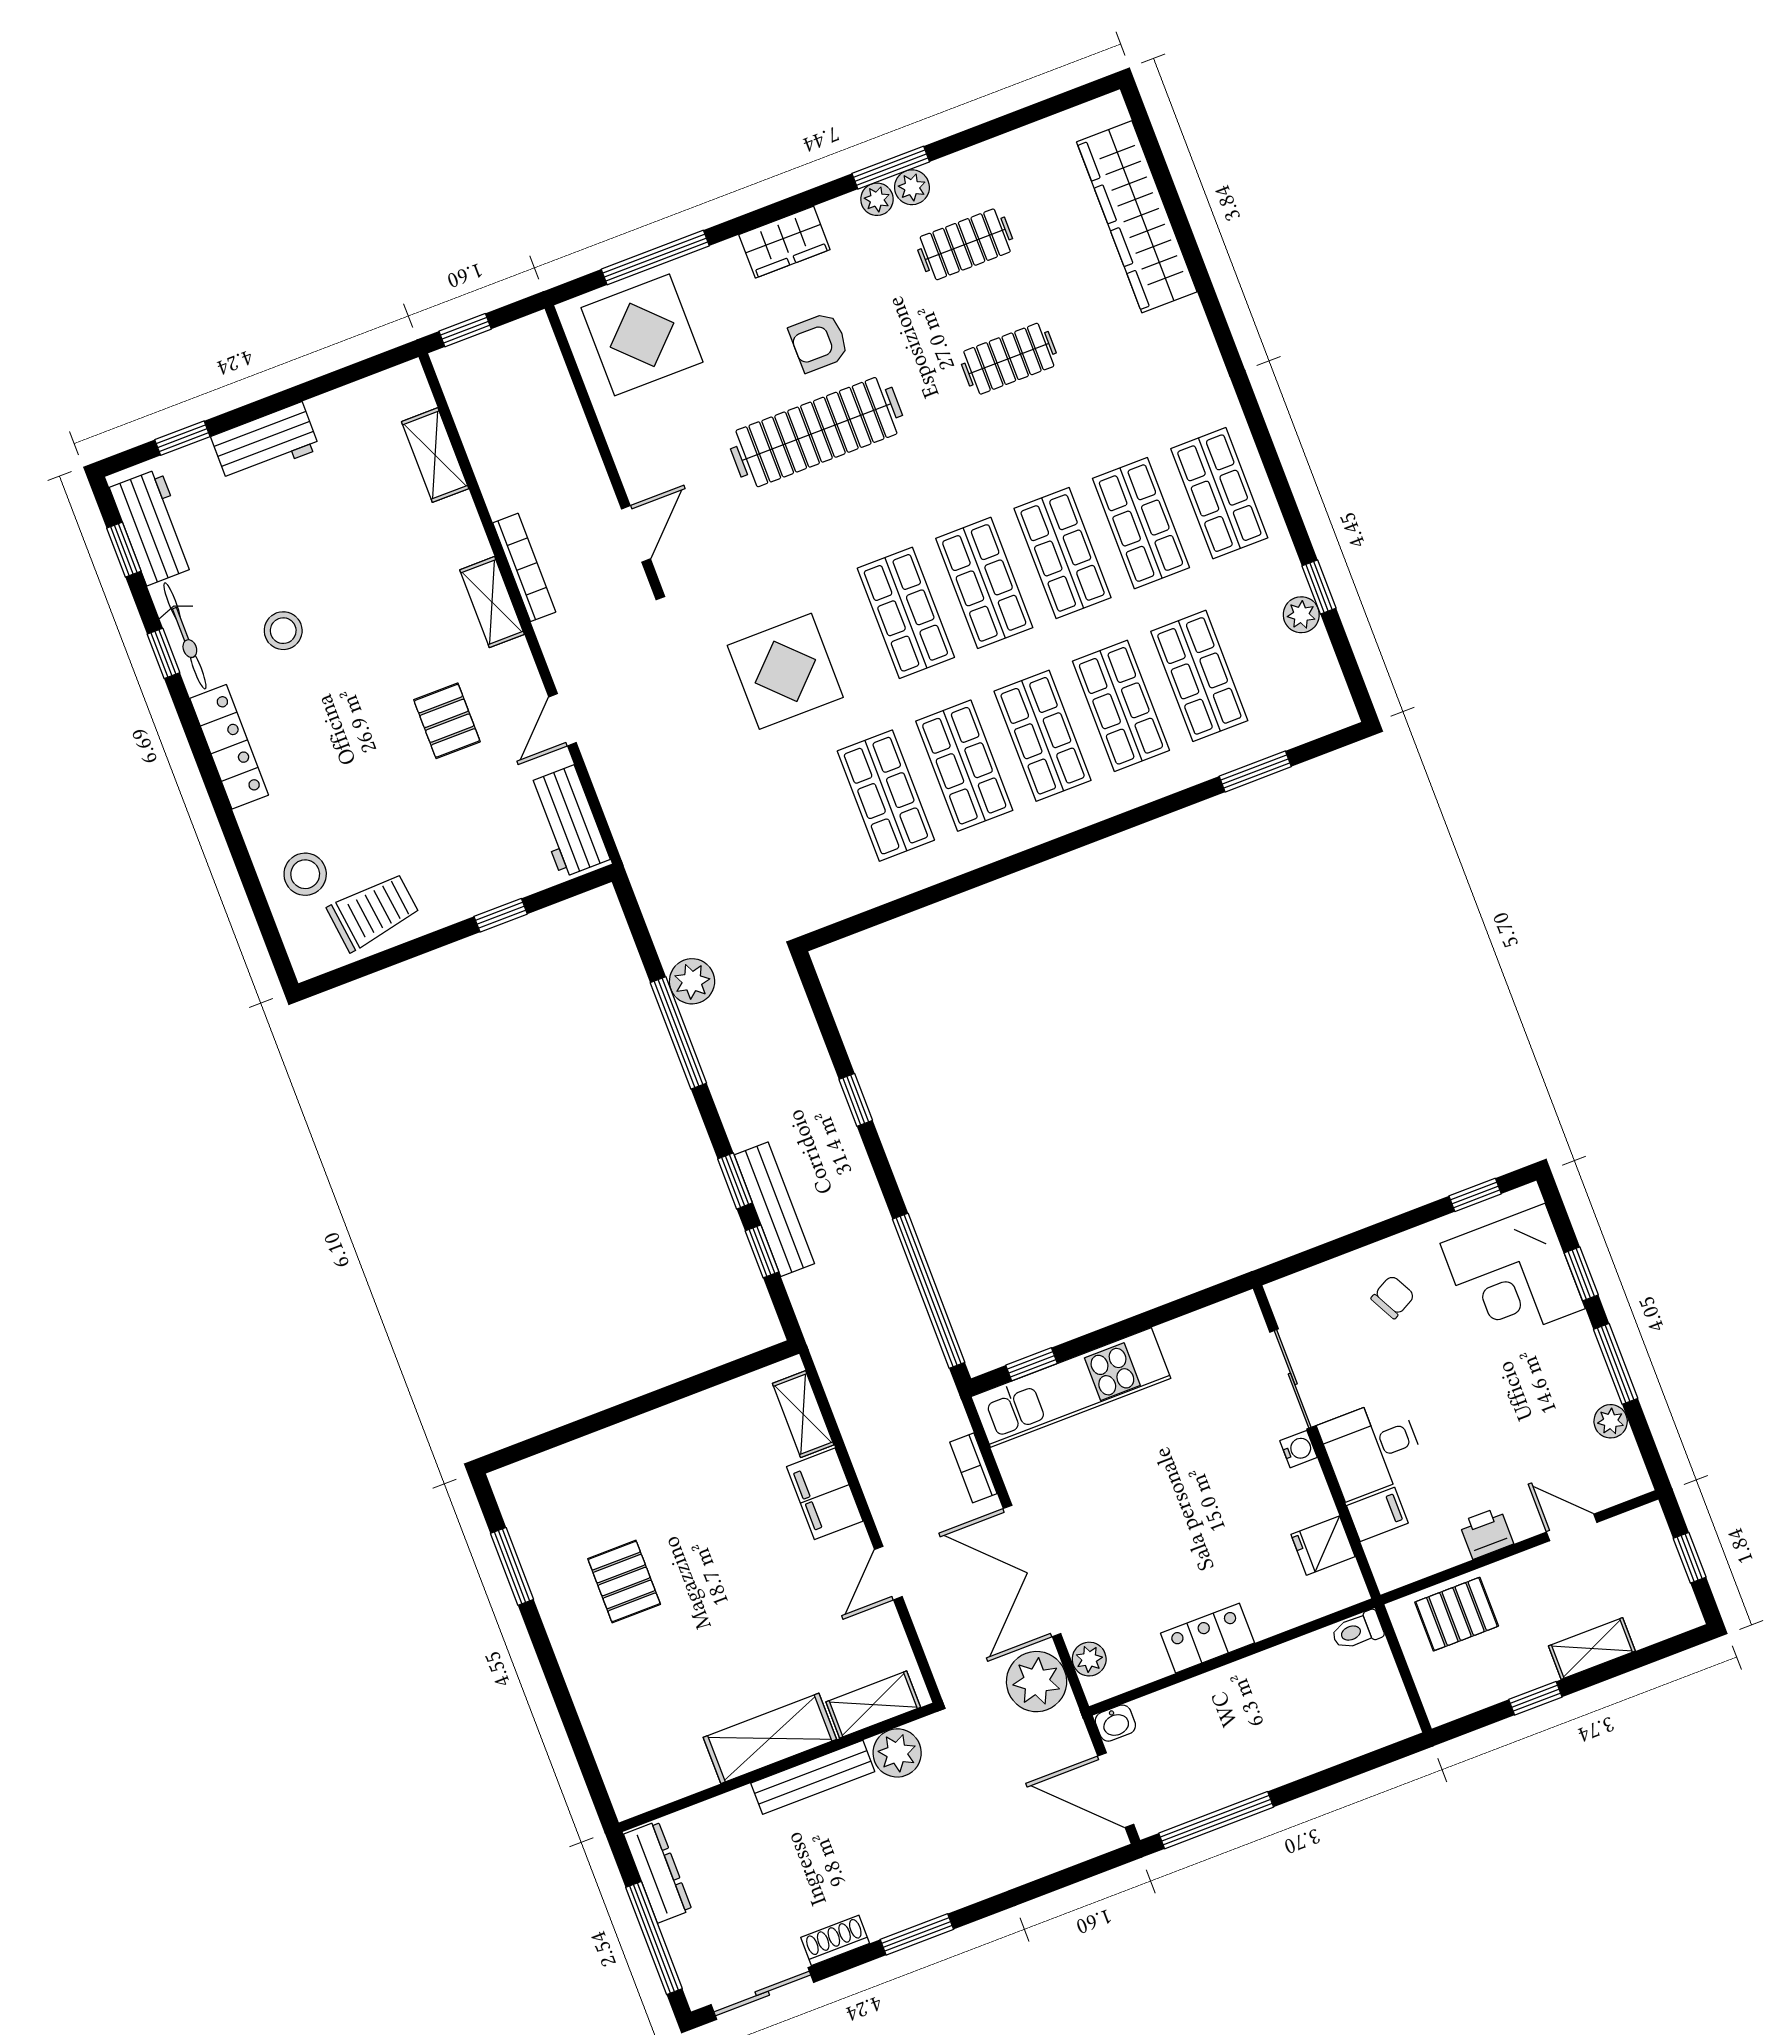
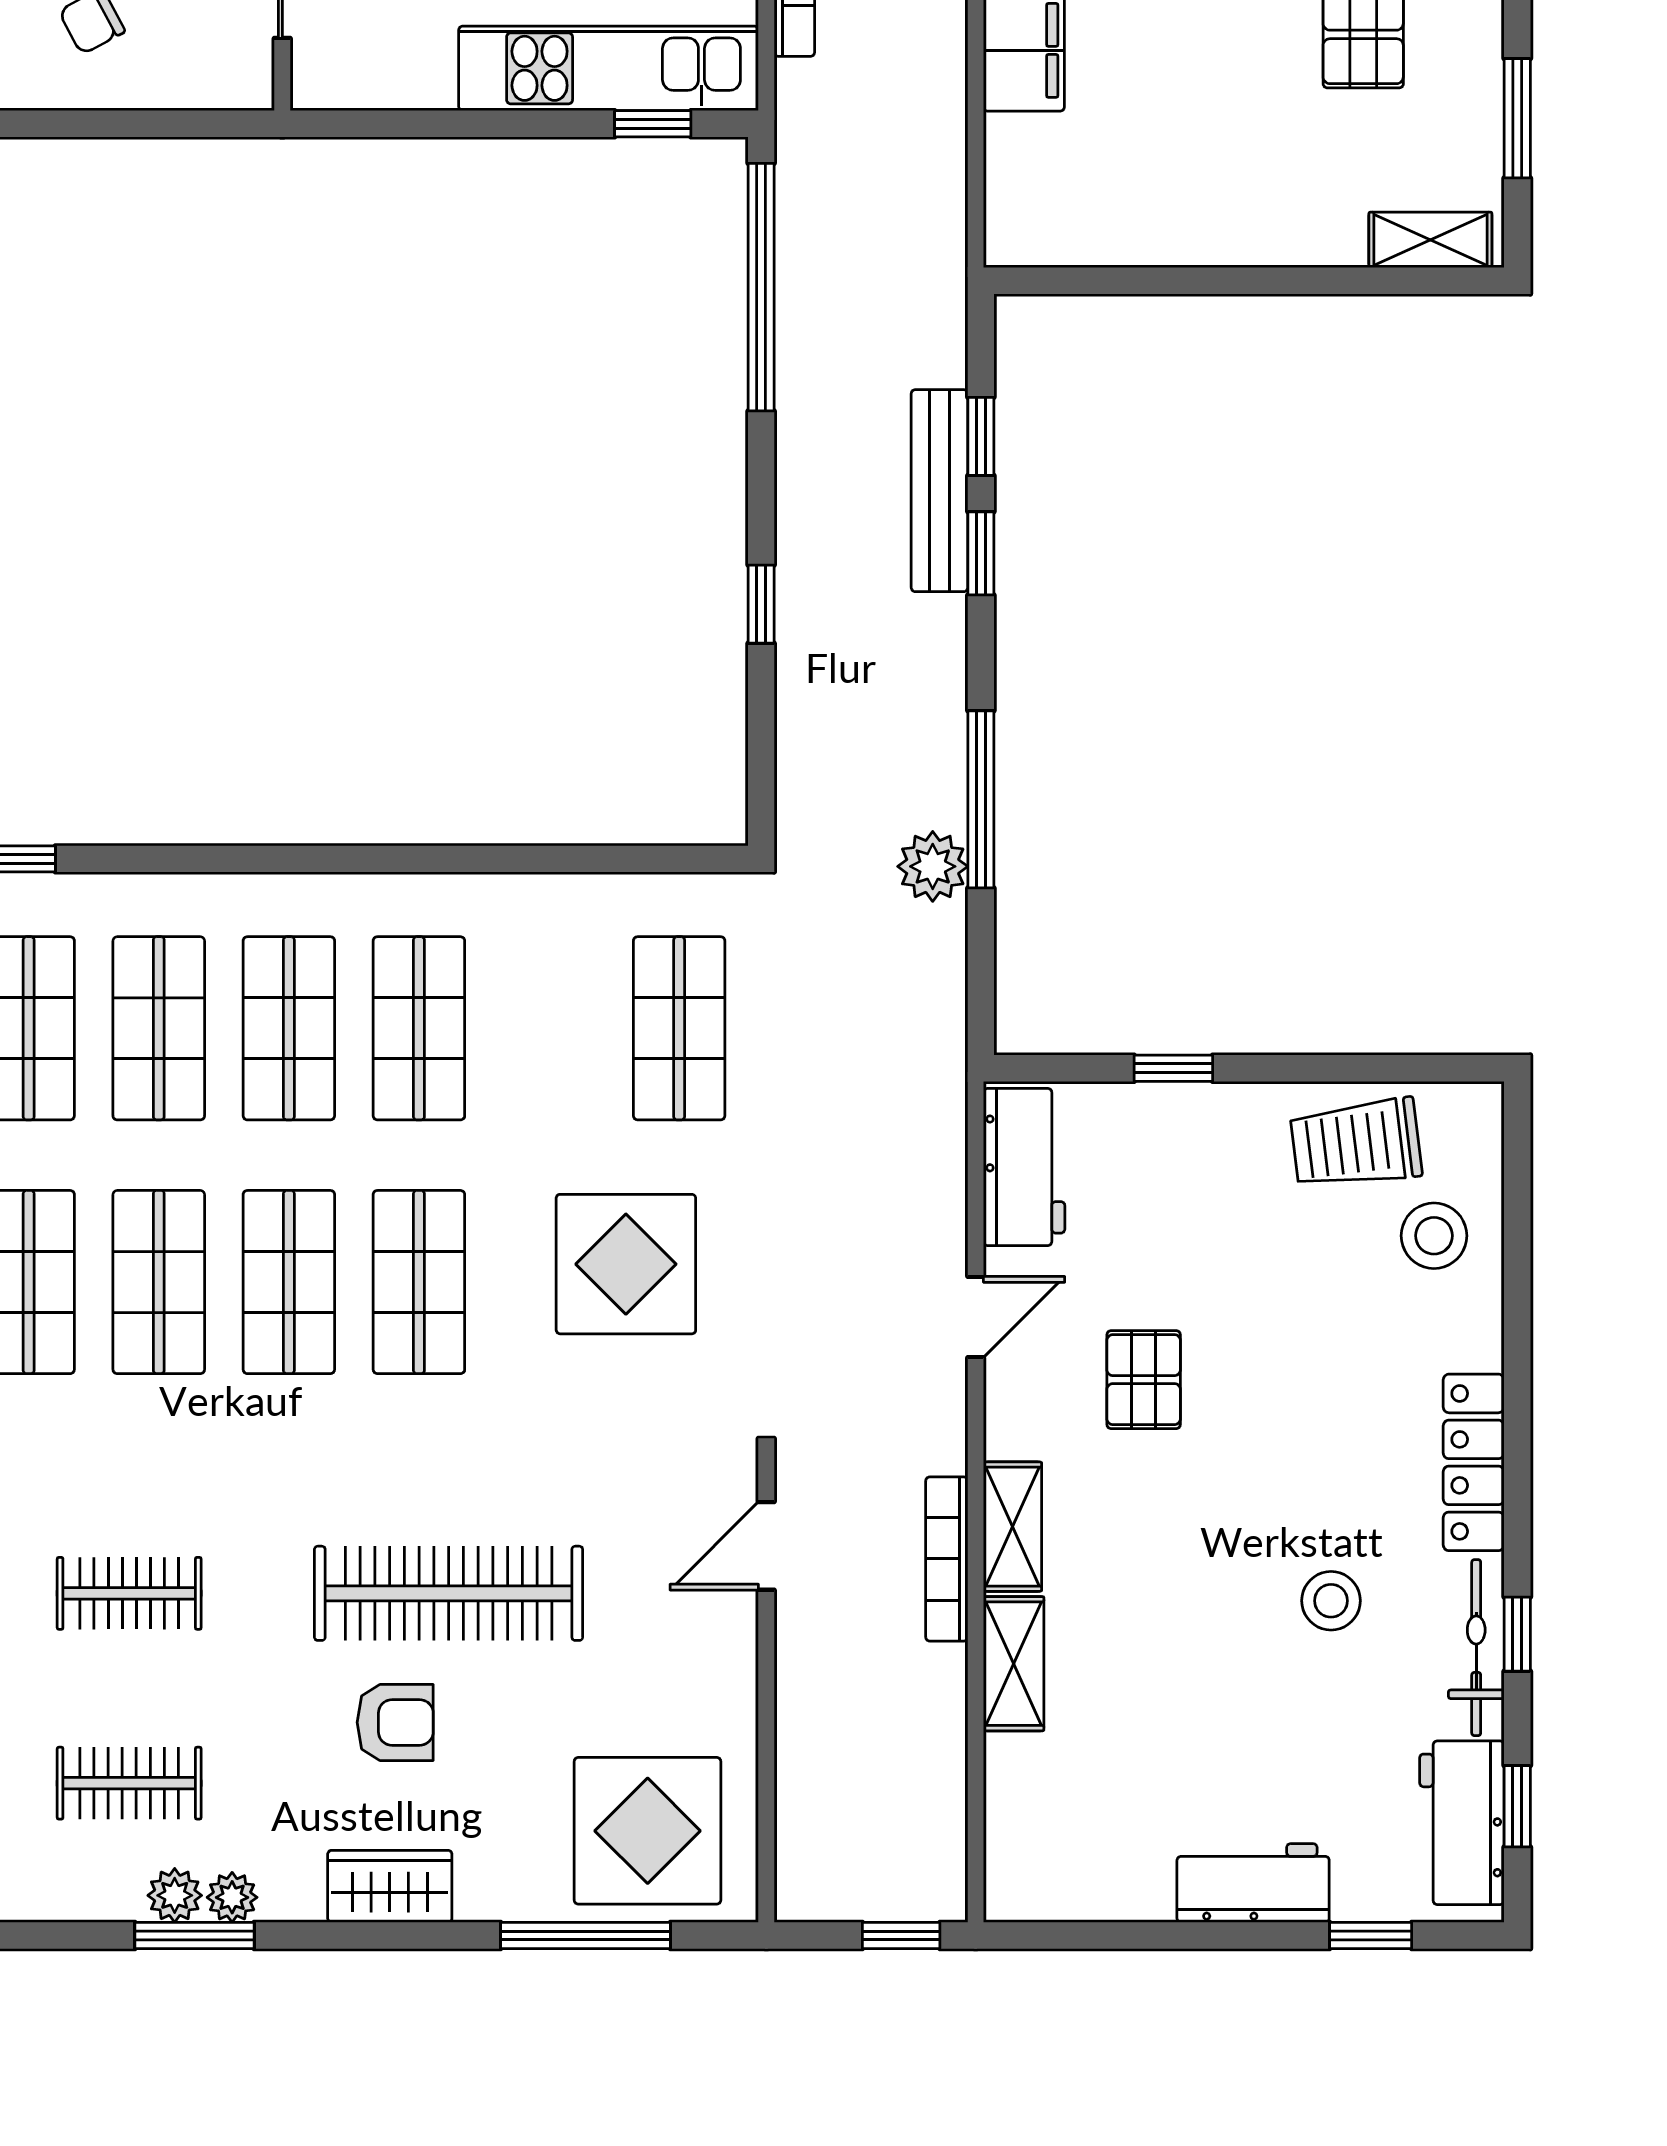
shelving: (435, 455) -> (1014, 1664), moved
shop shelf: (886, 796) -> (679, 1028), moved
shelving: (803, 1414) -> (1430, 240), moved, turned 90

